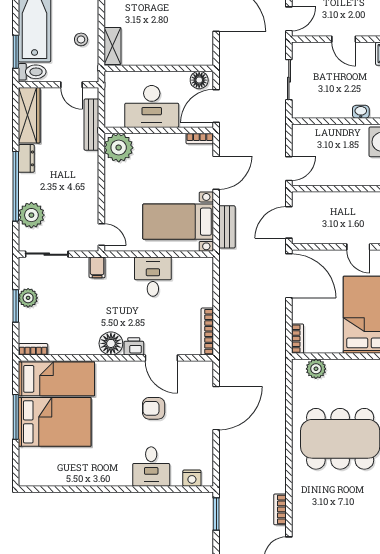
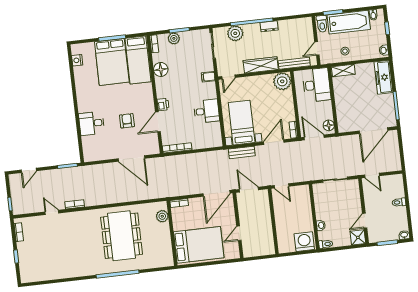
door: (344, 39) -> (365, 221), moved
desk: (152, 106) -> (317, 85), moved, turned 180
wardrobe: (29, 115) -> (261, 65), moved, turned 180
door: (216, 173) -> (274, 142), swing flipped
plant: (28, 298) -> (174, 38), moved
floor lamp: (111, 343) -> (161, 69), moved
nightstand: (192, 478) -> (77, 60), moved

